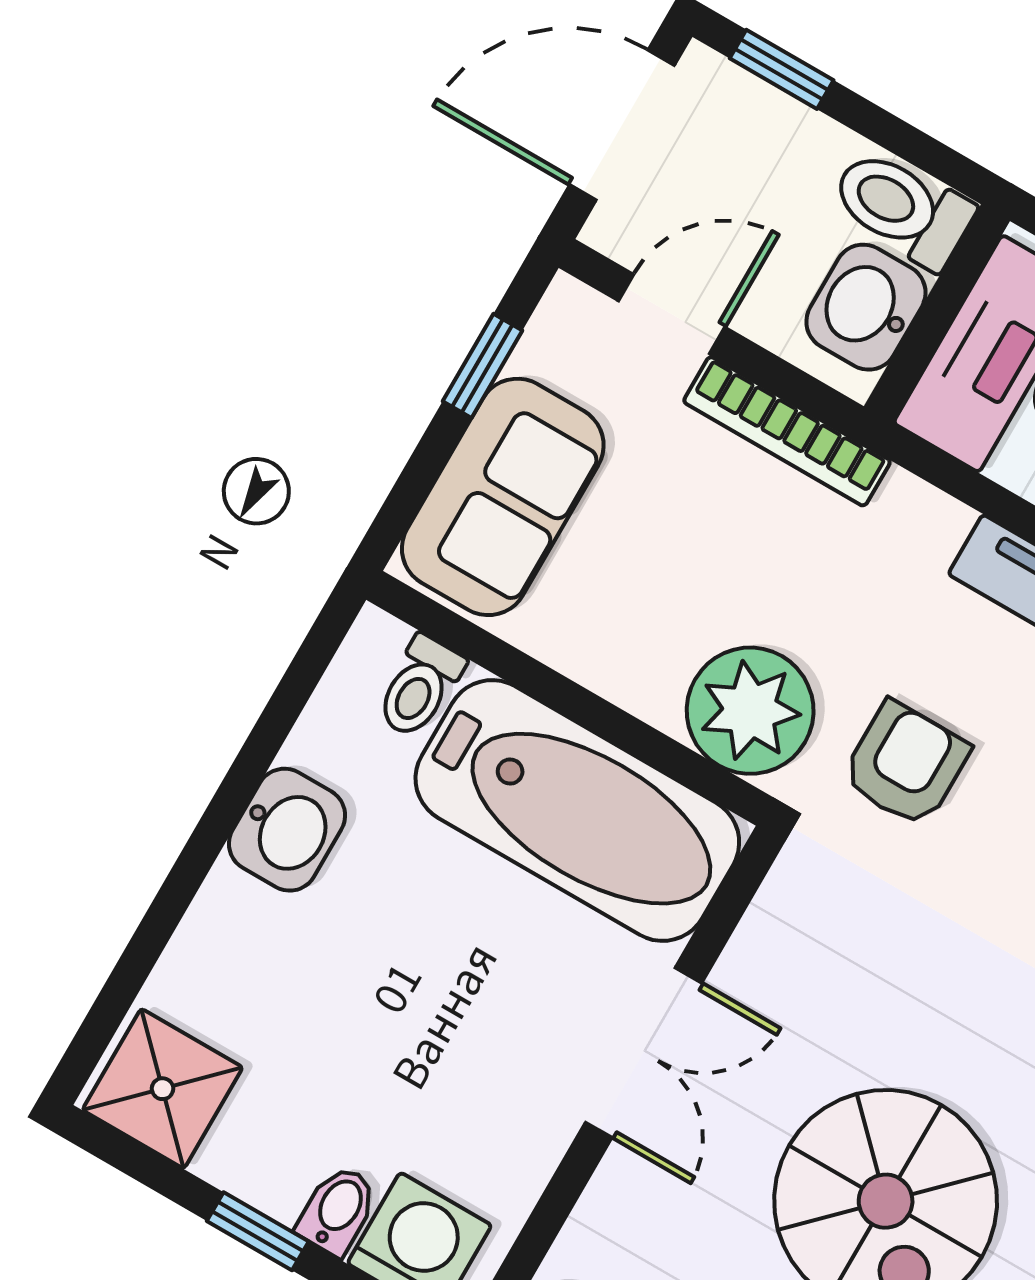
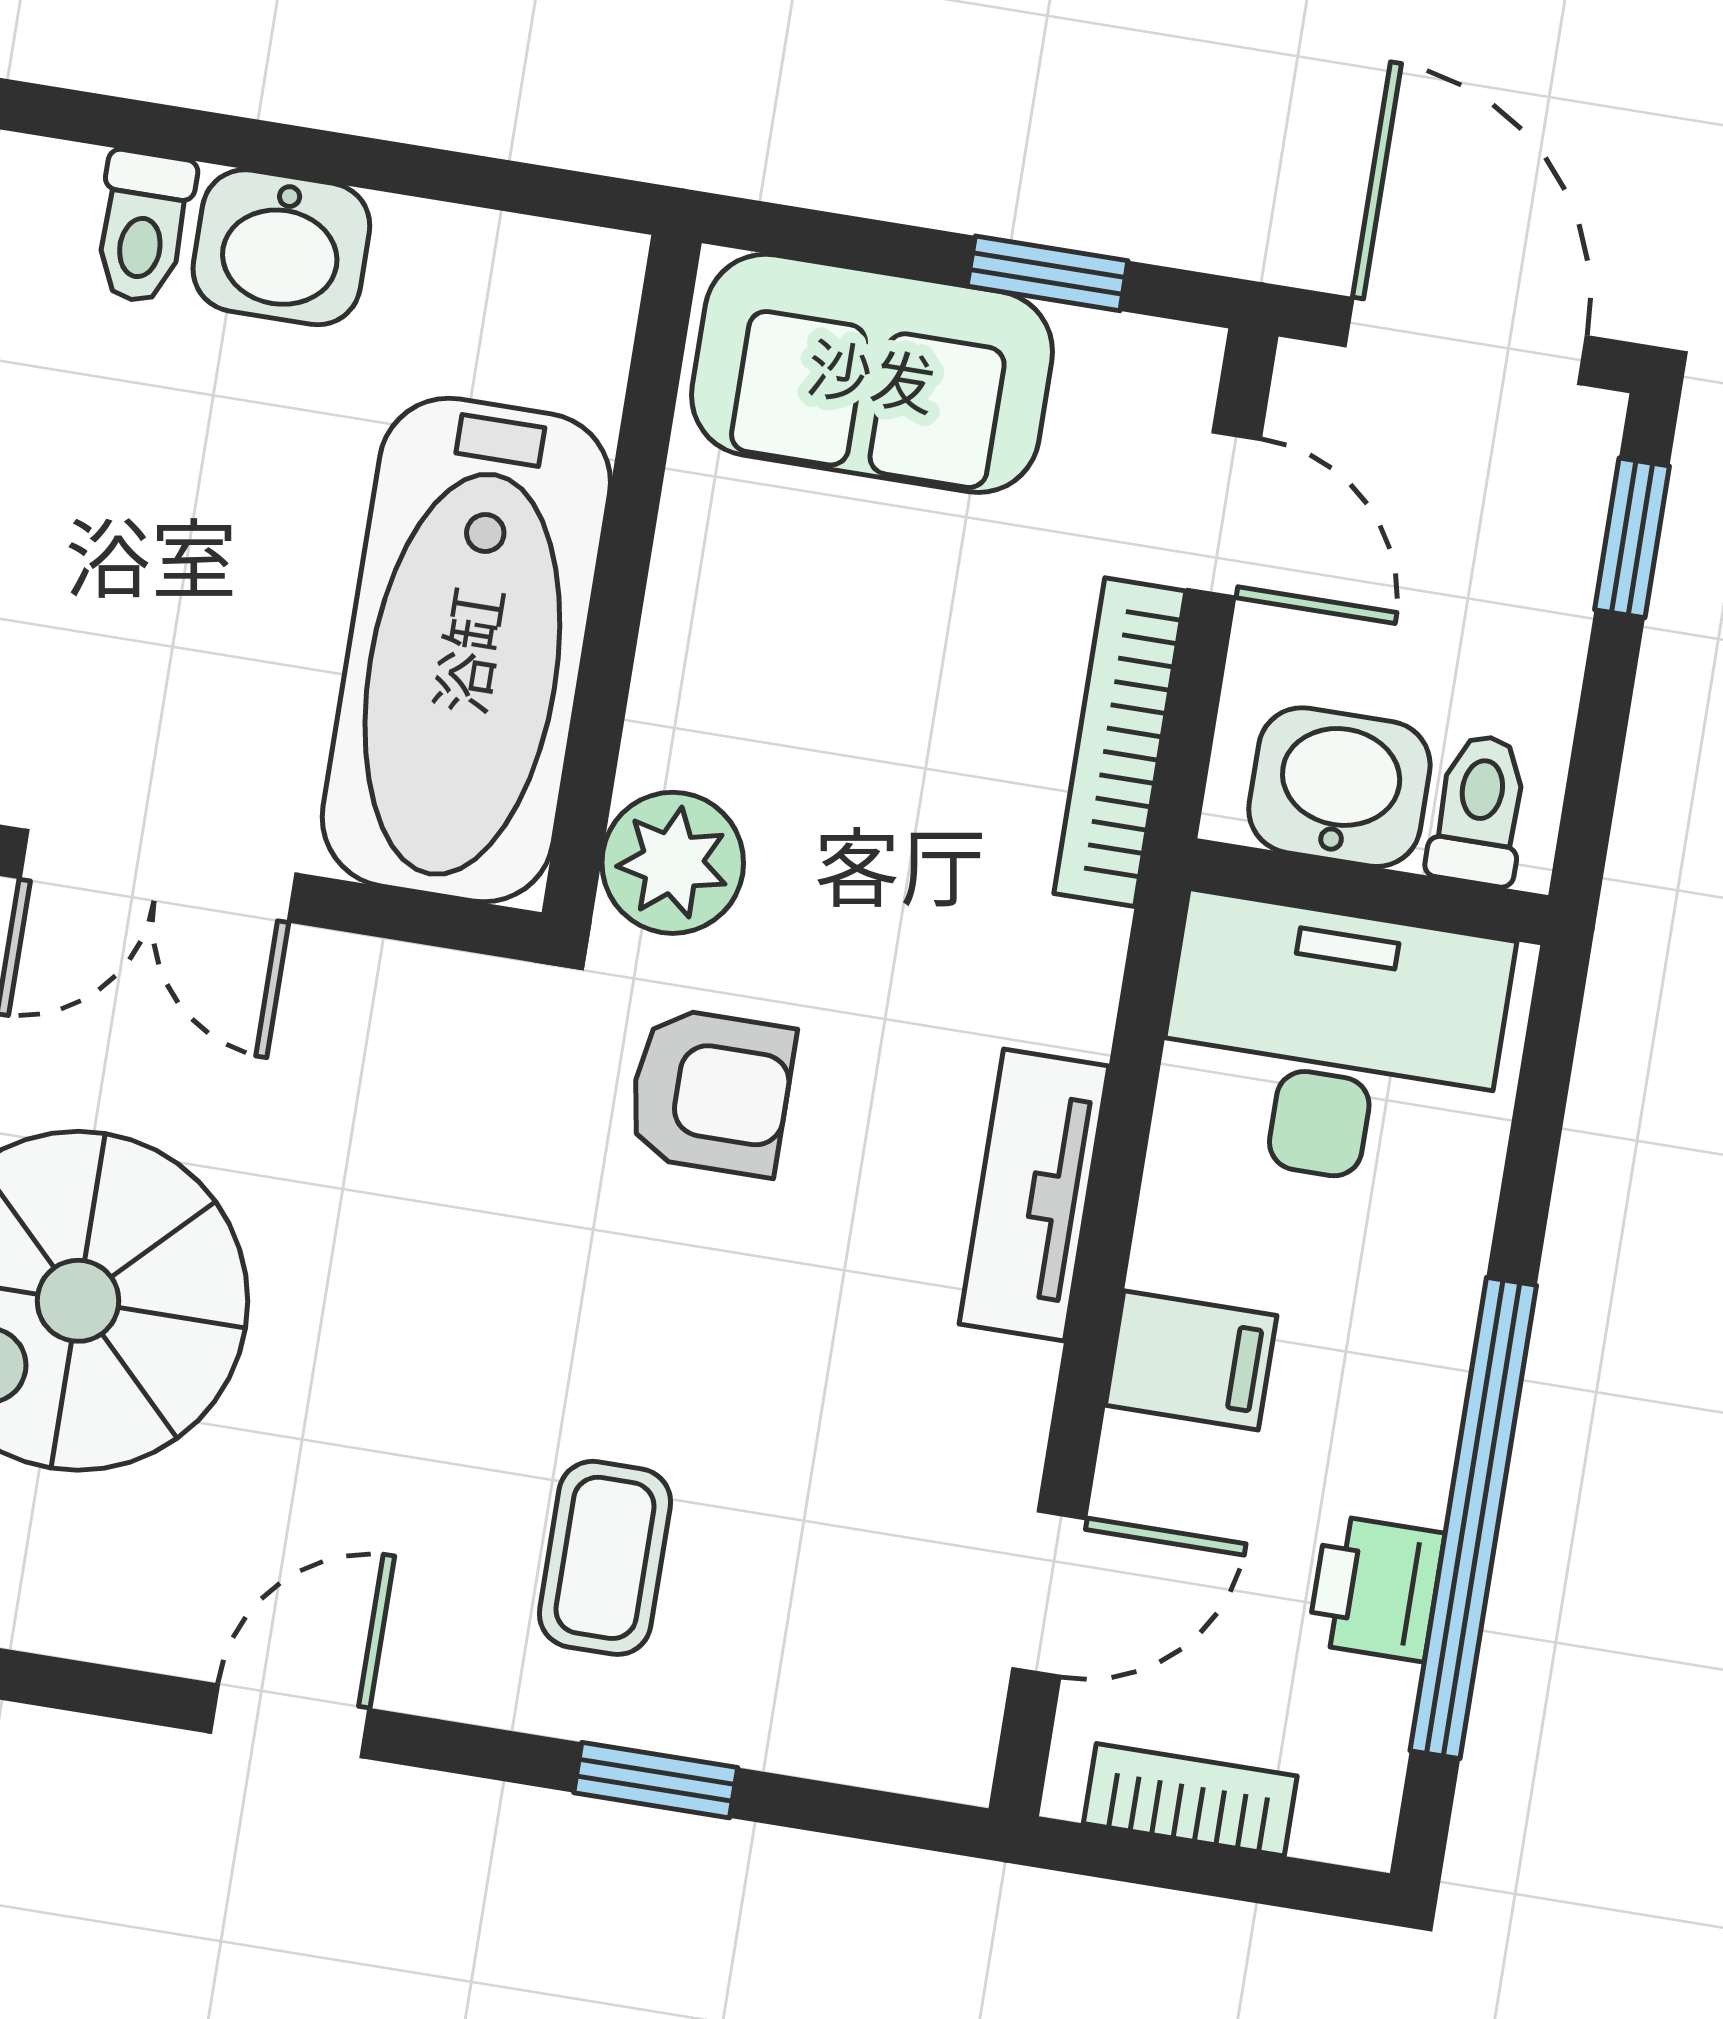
toilet: (902, 208) -> (1479, 810), width x0.73, depth x0.72
toilet: (420, 687) -> (143, 227), moved, turned -90
plant: (750, 711) -> (673, 863), width x0.73, depth x0.73

